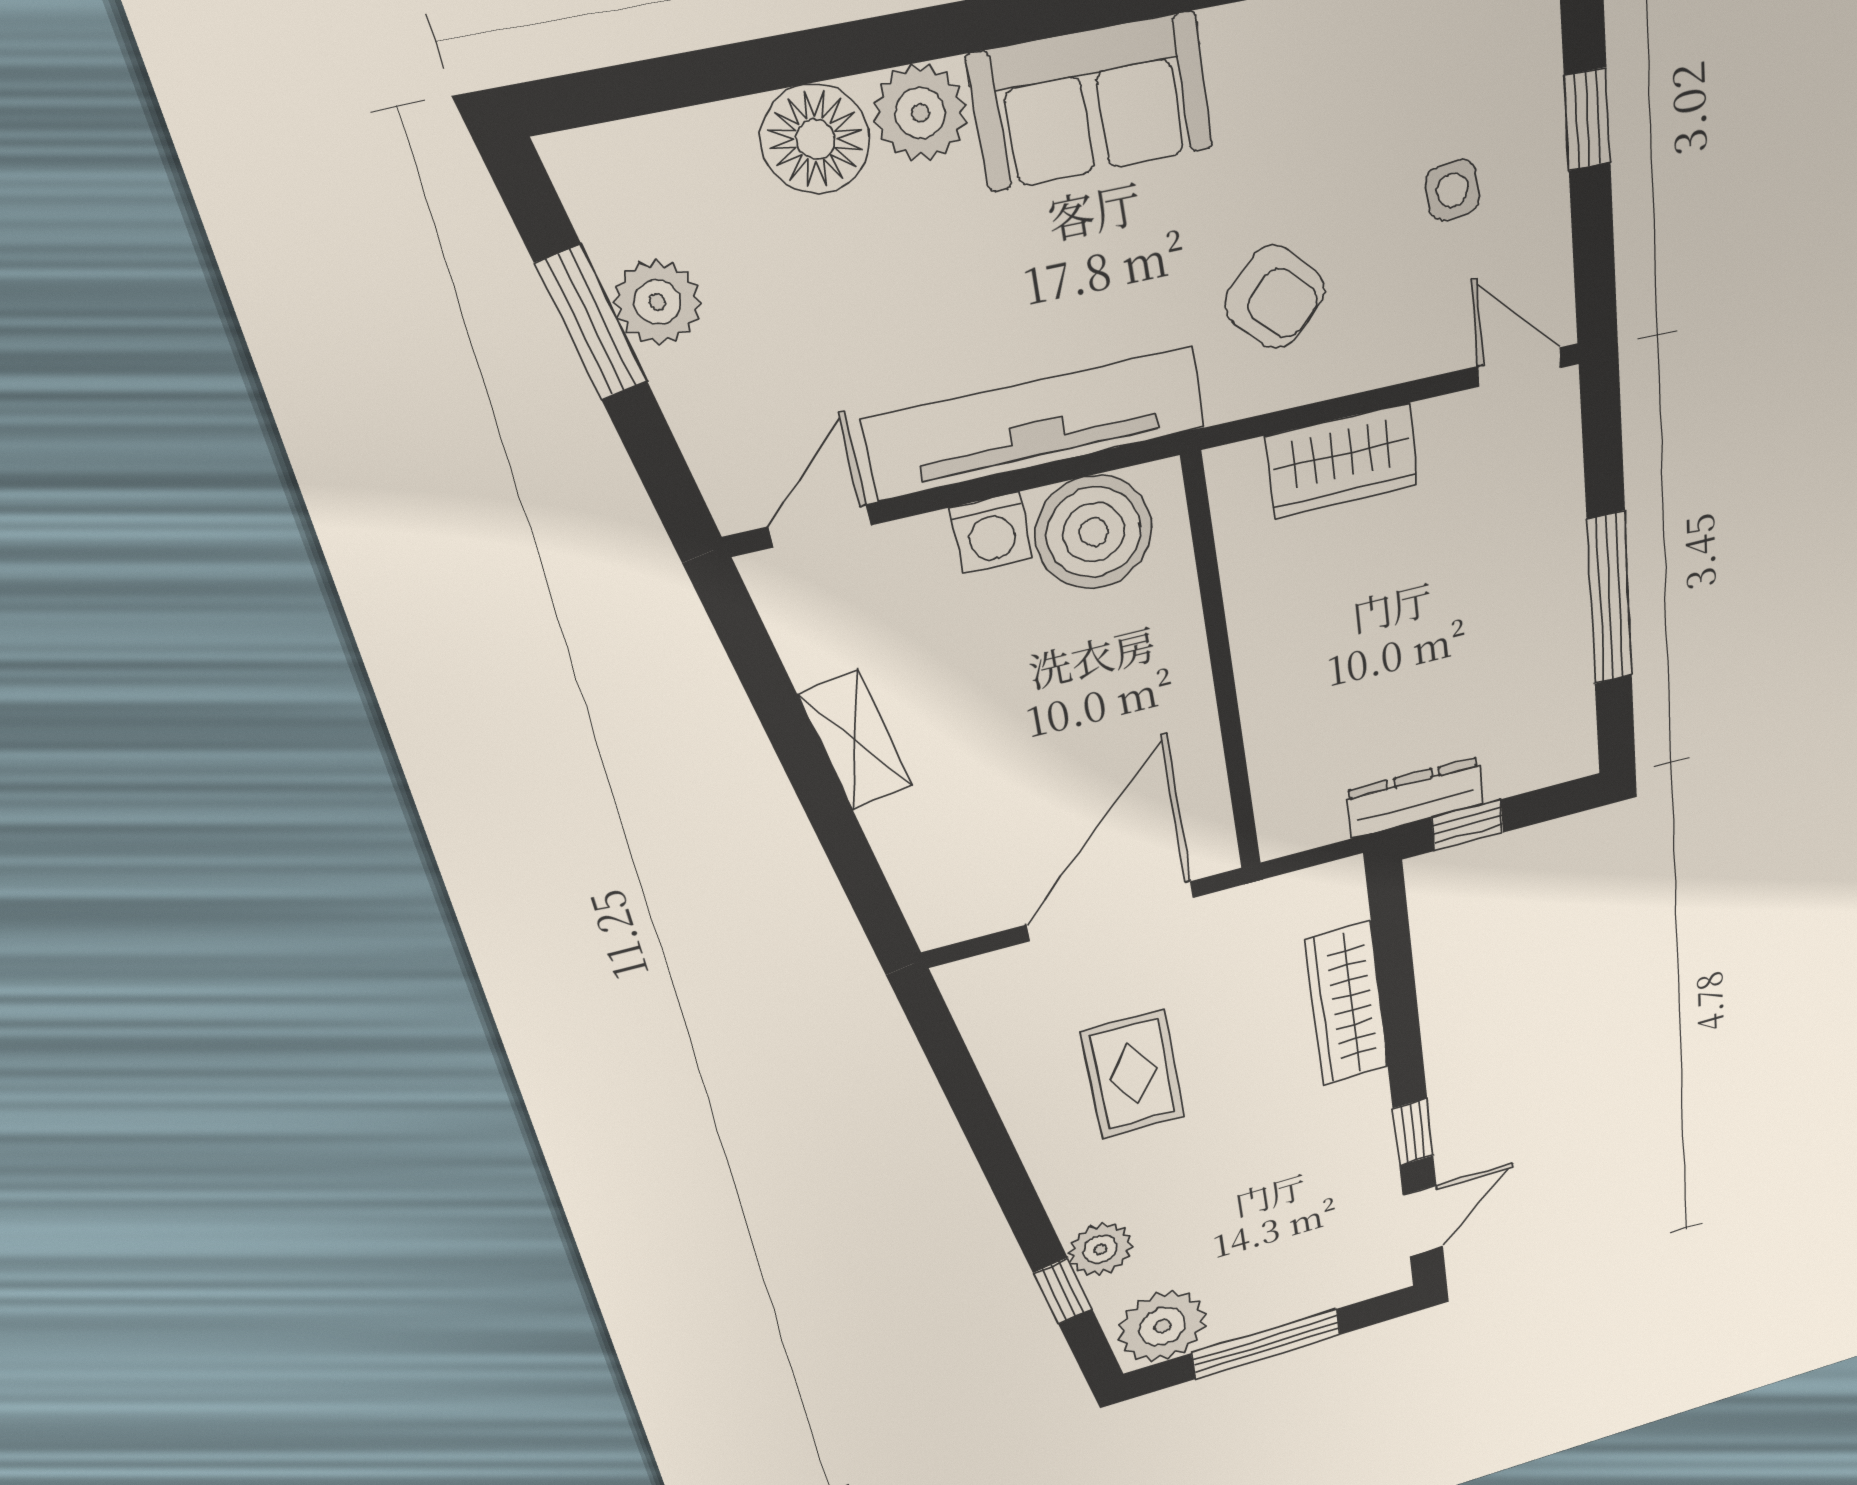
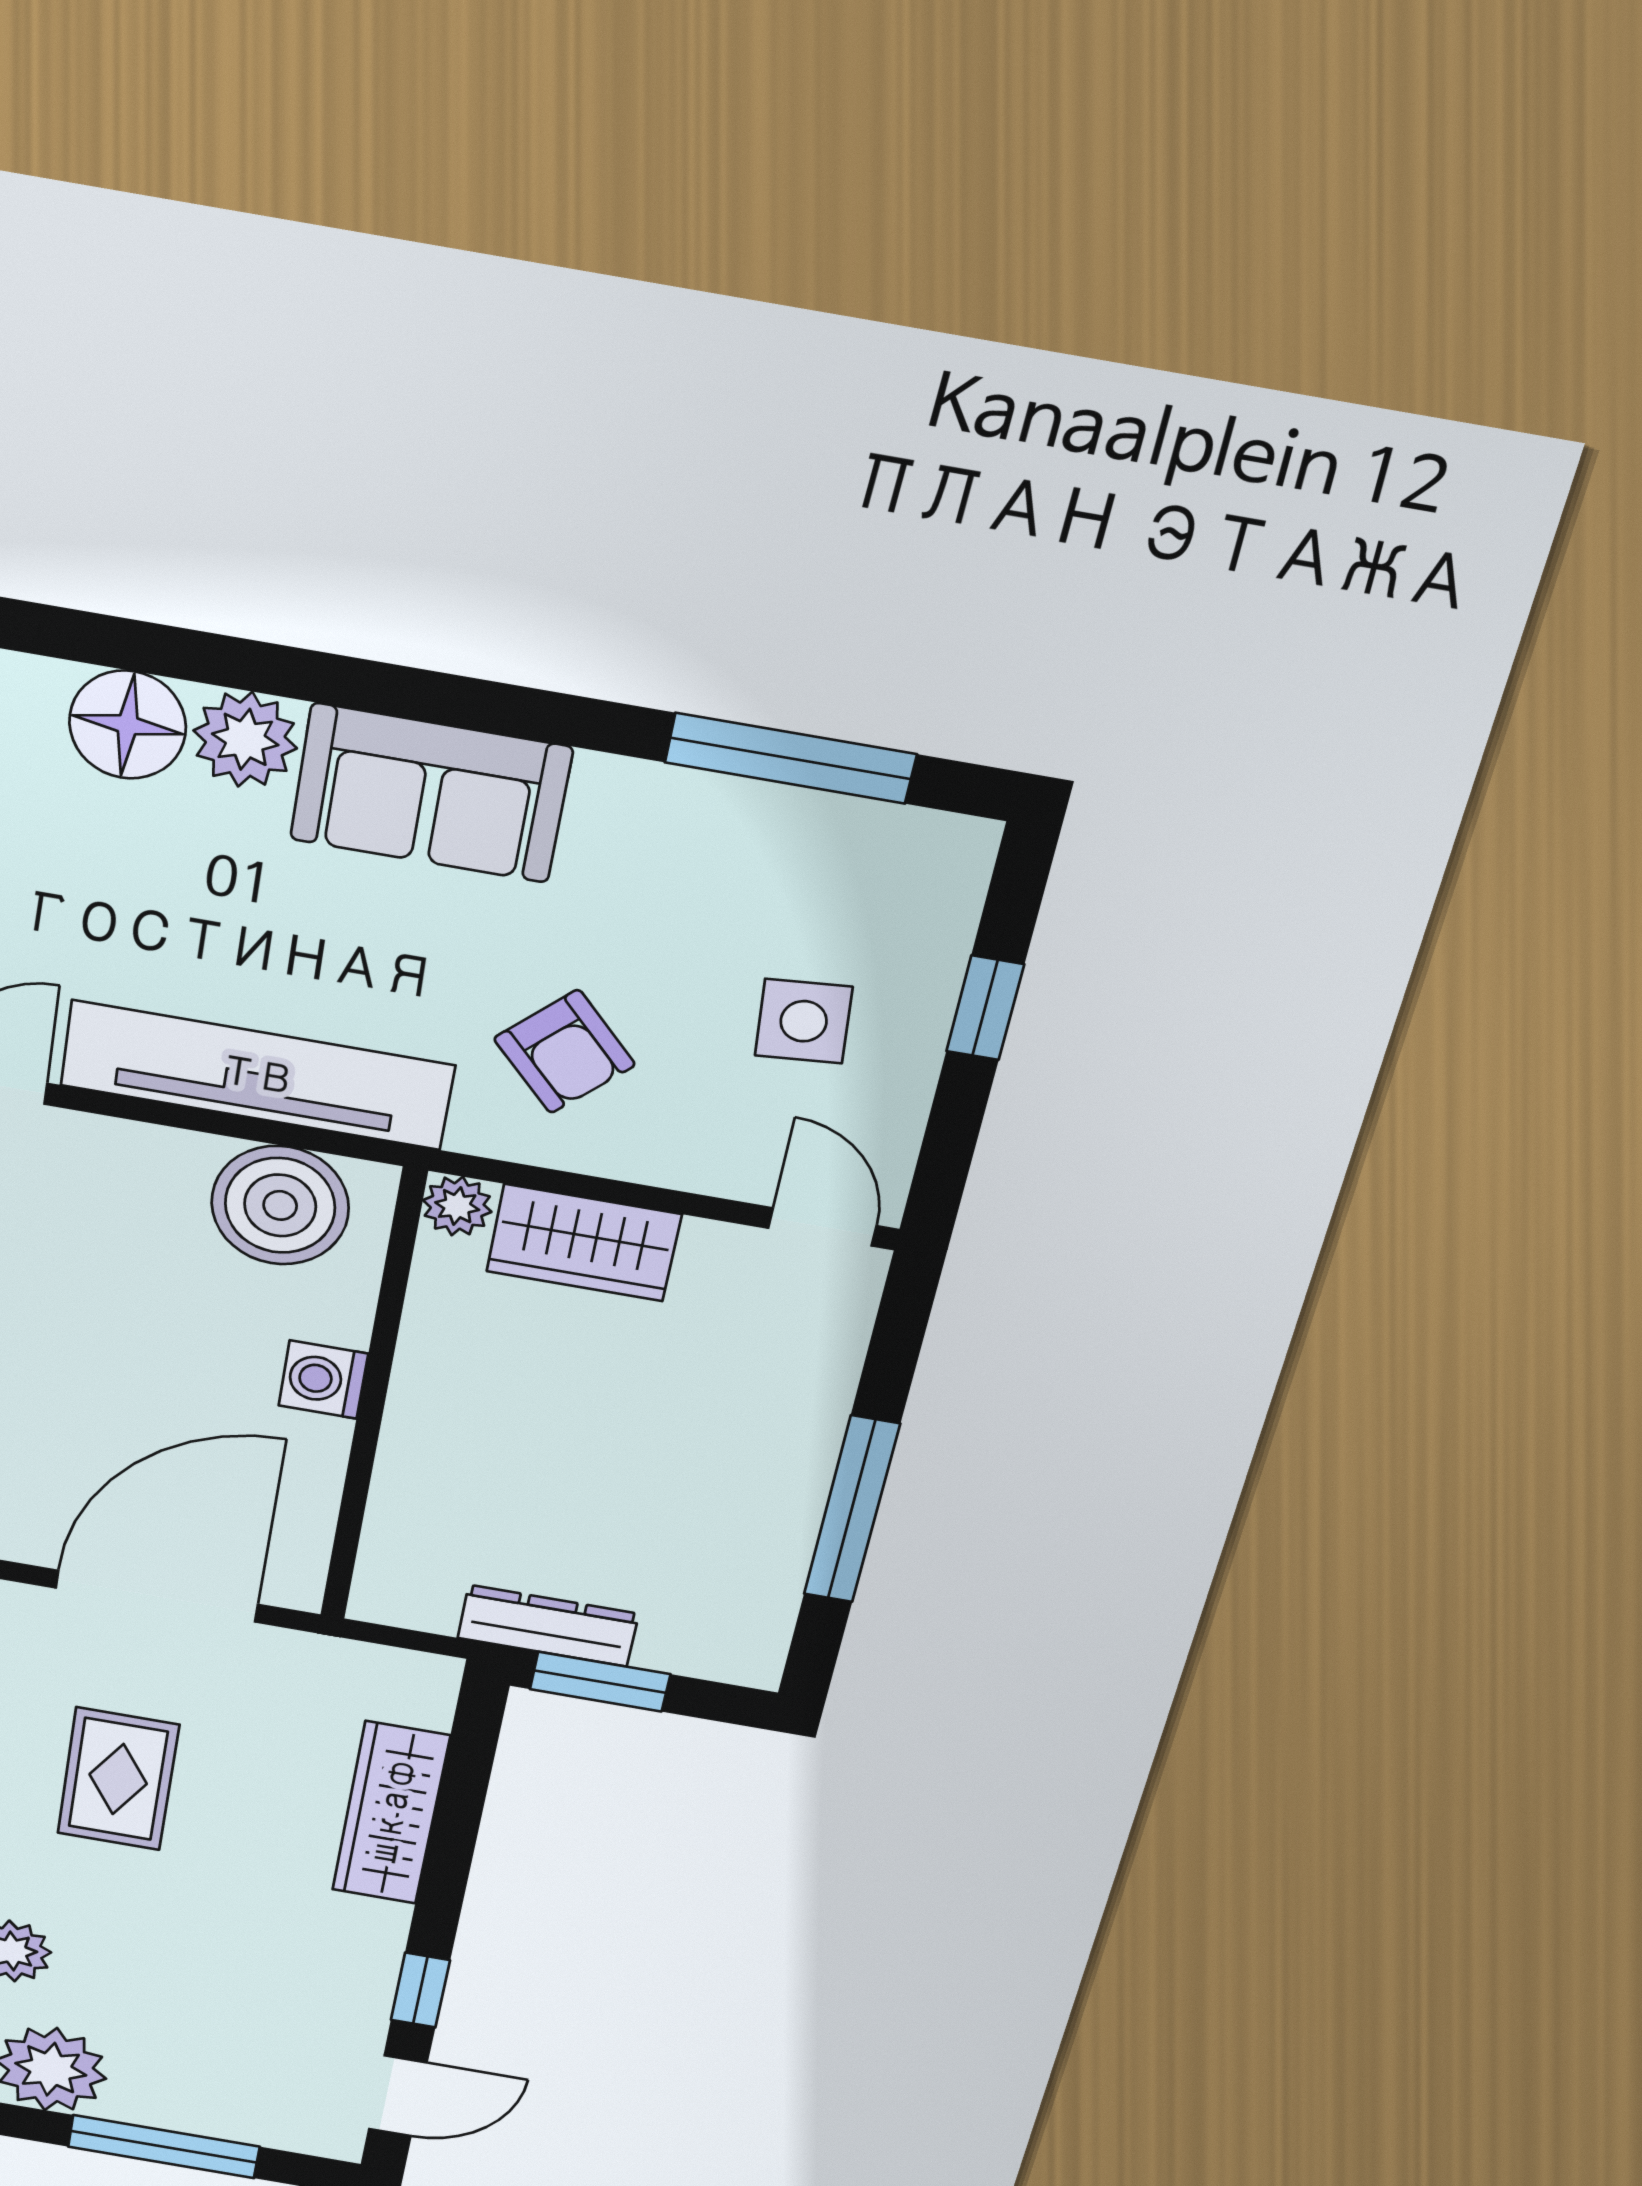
side table: (1452, 190) -> (804, 1021), width x1.37, depth x1.37
plant: (1234, 472) -> (457, 1206), added
washing machine: (991, 533) -> (323, 1380), moved, turned 90
window: (1468, 825) -> (600, 1682), width x1.50

